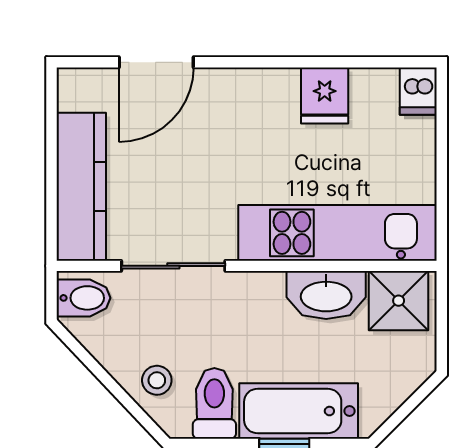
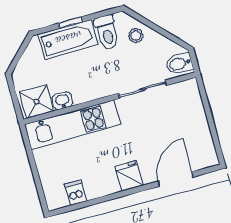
dishwasher: (418, 91) -> (76, 193), moved
fridge: (325, 96) -> (129, 176), moved
kitchen counter: (81, 187) -> (194, 114), removed
washbasin: (326, 295) -> (62, 101), width x0.52, depth x0.69

